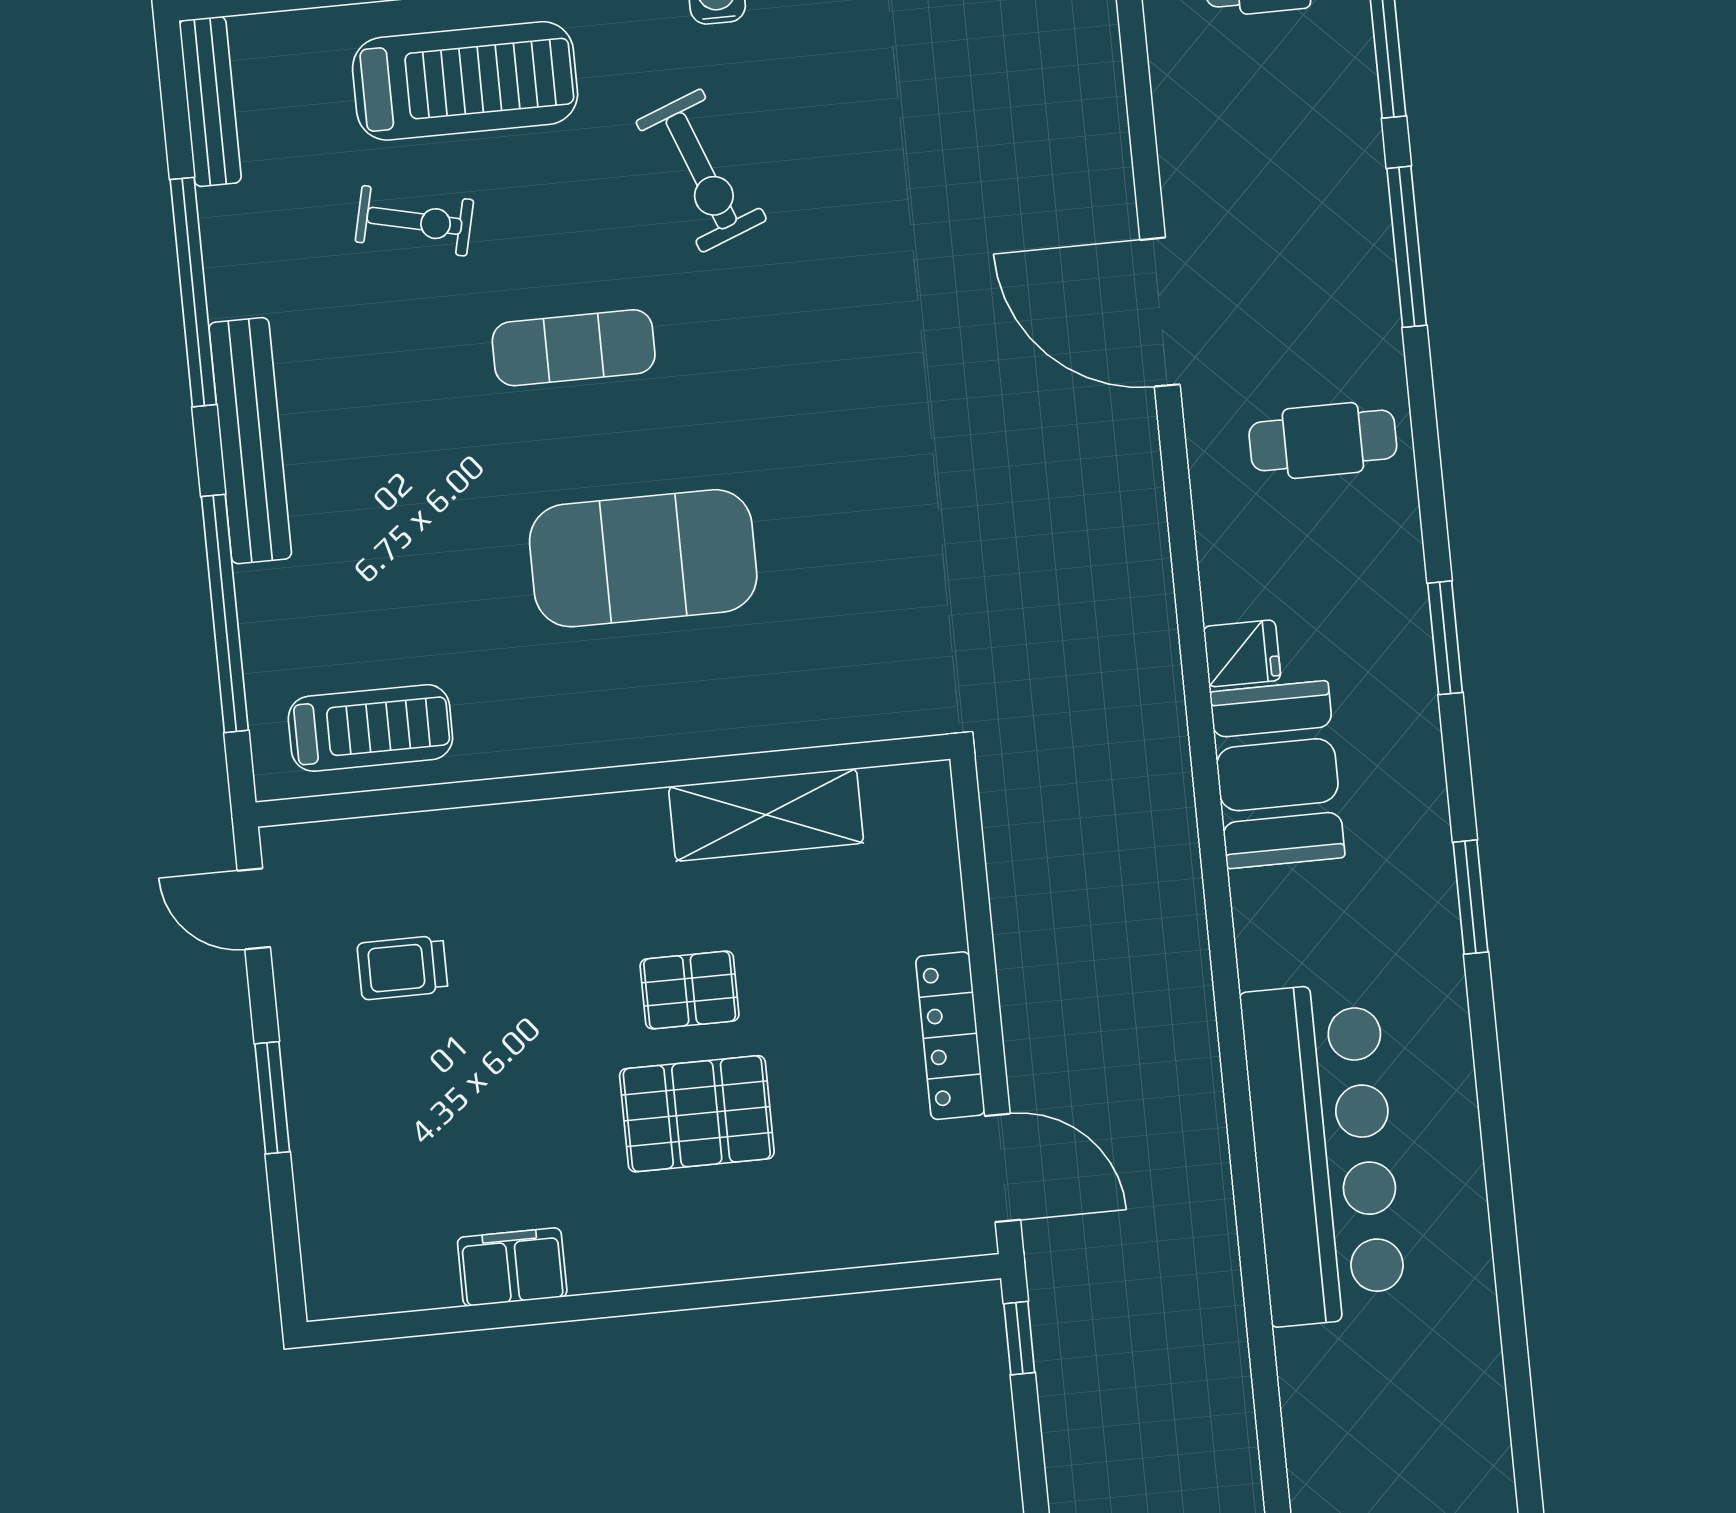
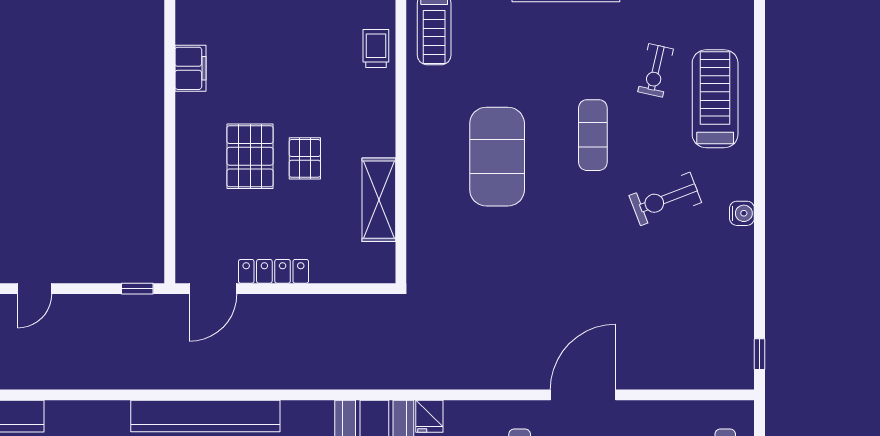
treadmill: (465, 81) -> (715, 99), turned 180
trolley: (402, 968) -> (376, 48), moved

